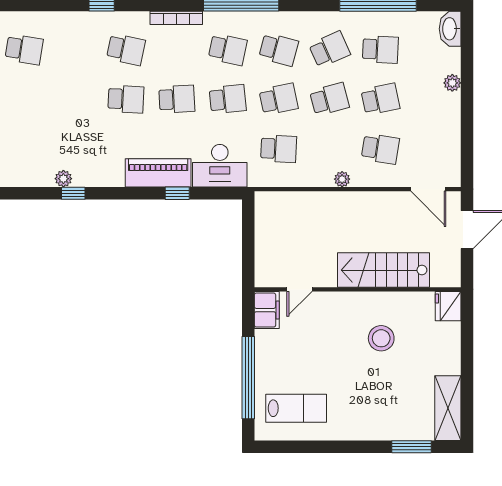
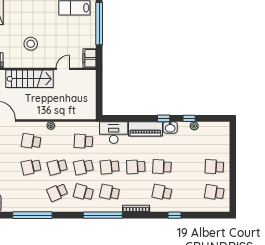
school desk: (380, 49) -> (214, 167), moved
washbasin: (110, 175) -> (170, 127), added
window: (177, 193) -> (164, 118), moved
door: (300, 289) -> (63, 69), moved

